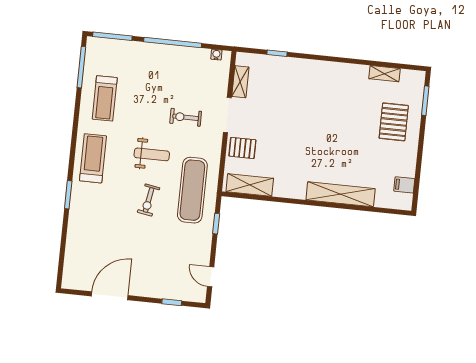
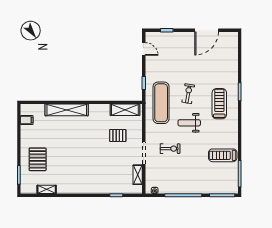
treadmill: (105, 98) -> (223, 155), turned -90
pallet: (242, 148) -> (118, 136), moved
treadmill: (93, 158) -> (219, 104), moved, turned 180

